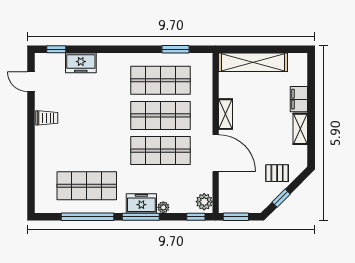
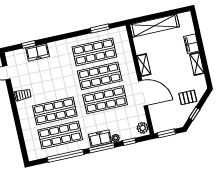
window: (56, 49) -> (29, 44), moved
shop shelf: (87, 151) -> (55, 111), added
window: (196, 217) -> (129, 142), moved

